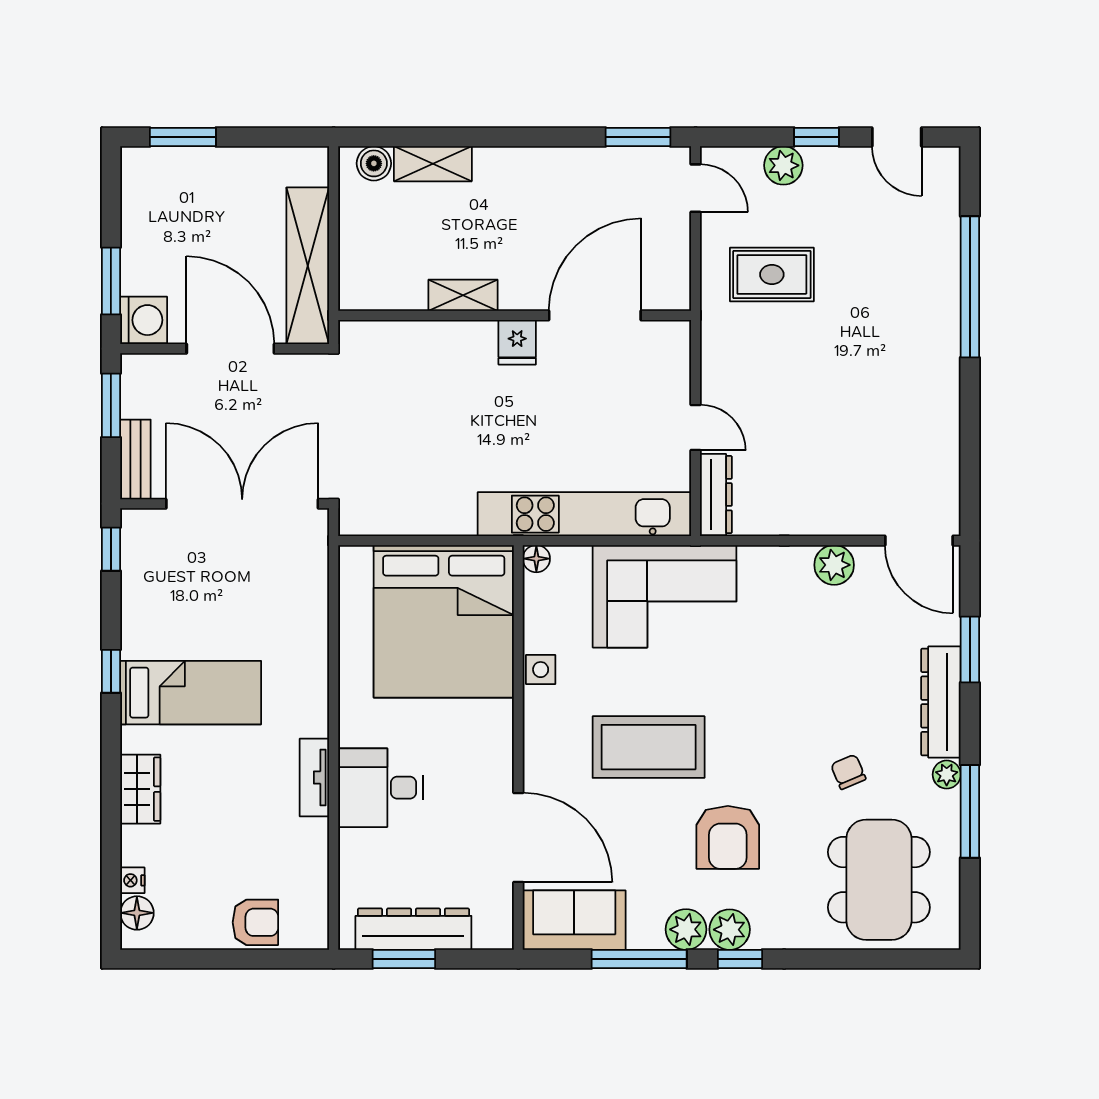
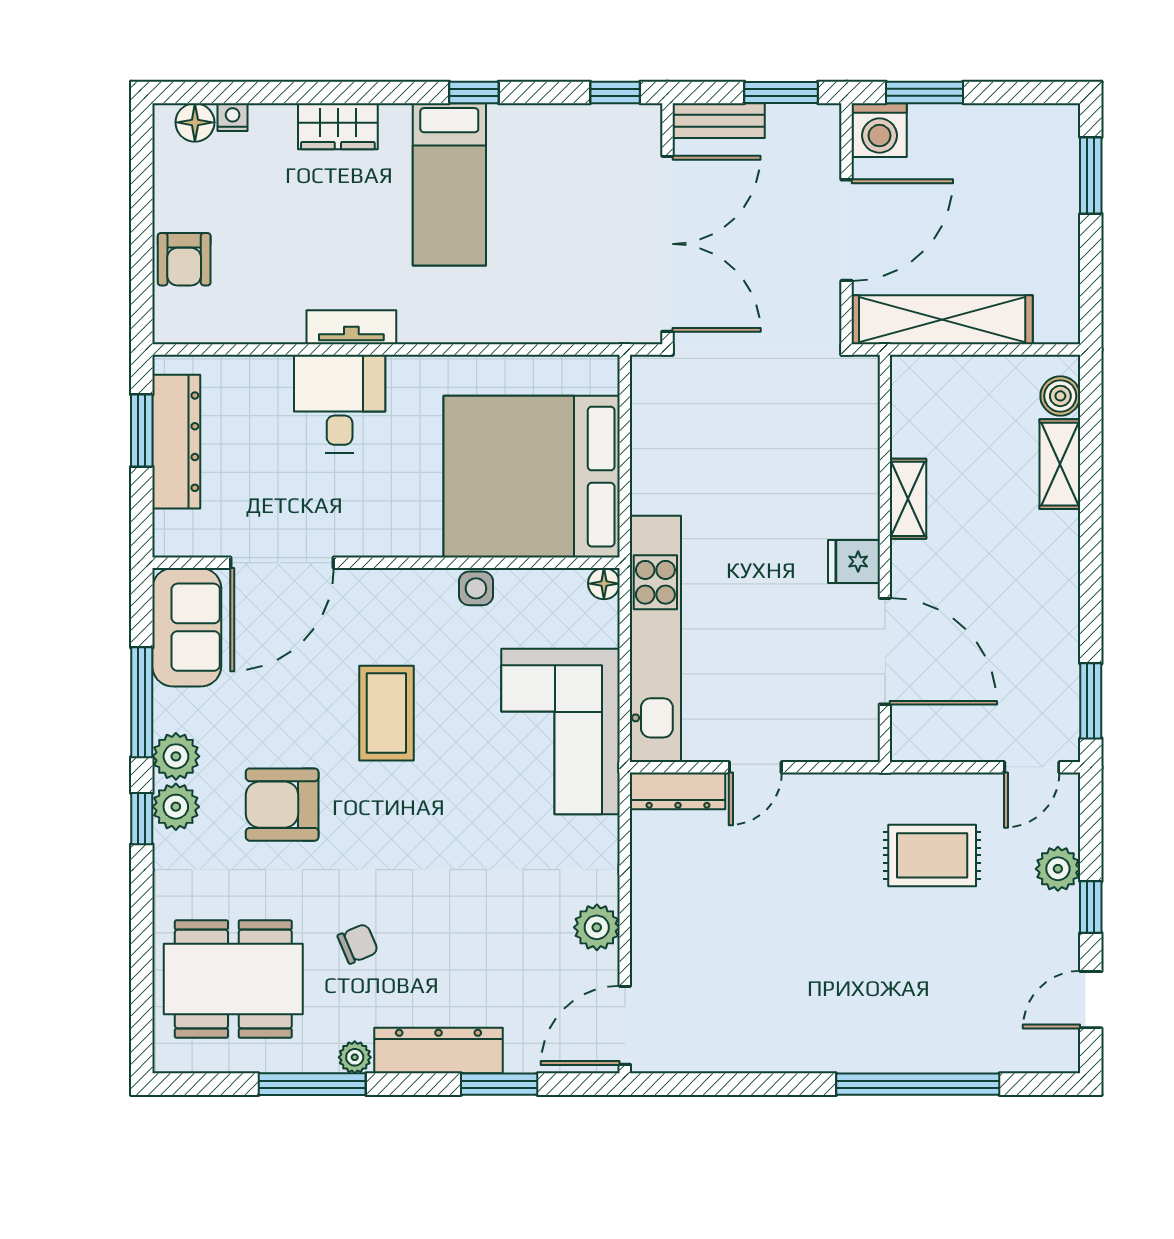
rug: (772, 275) -> (932, 855), turned 90
coffee table: (649, 747) -> (386, 713), width x0.73, depth x0.76

